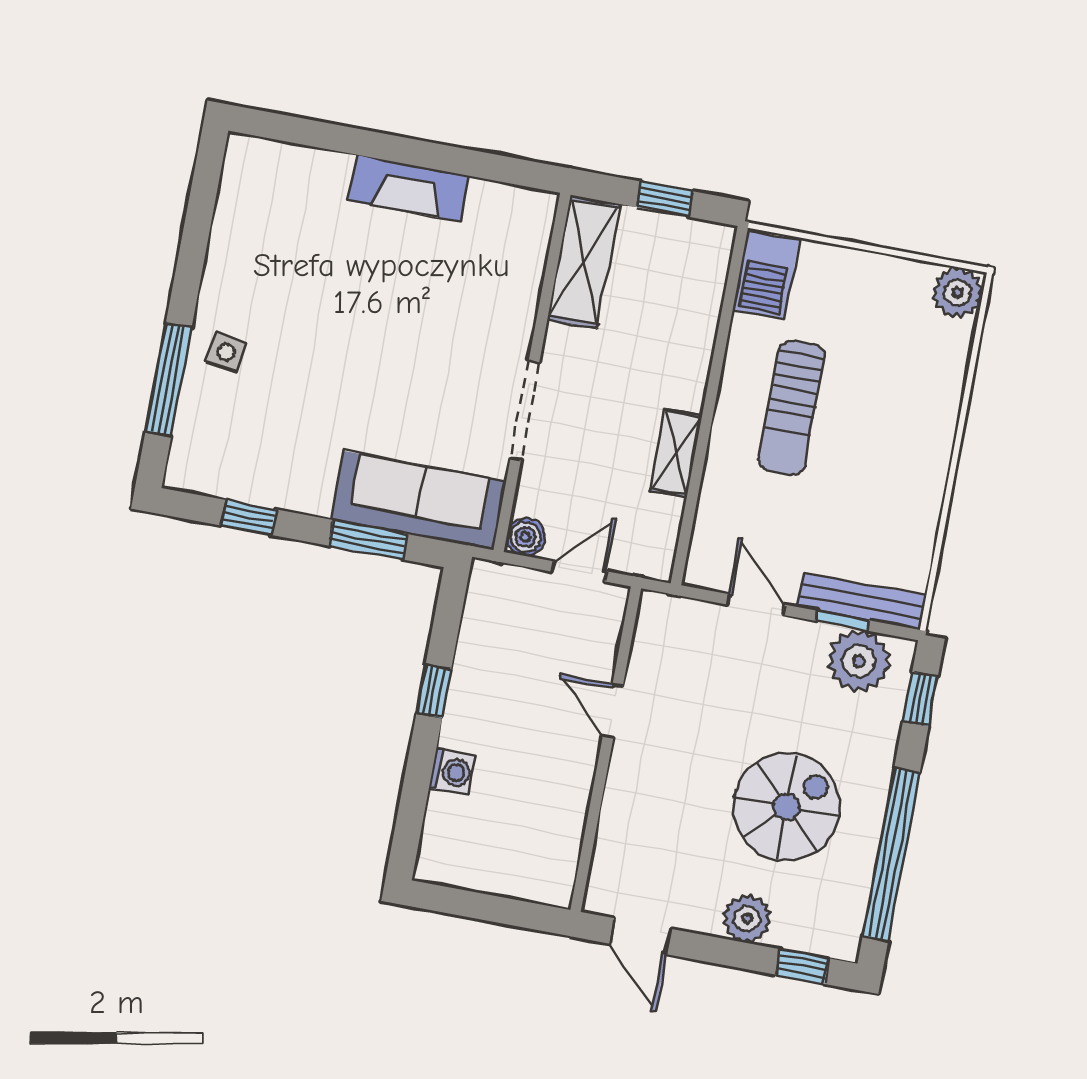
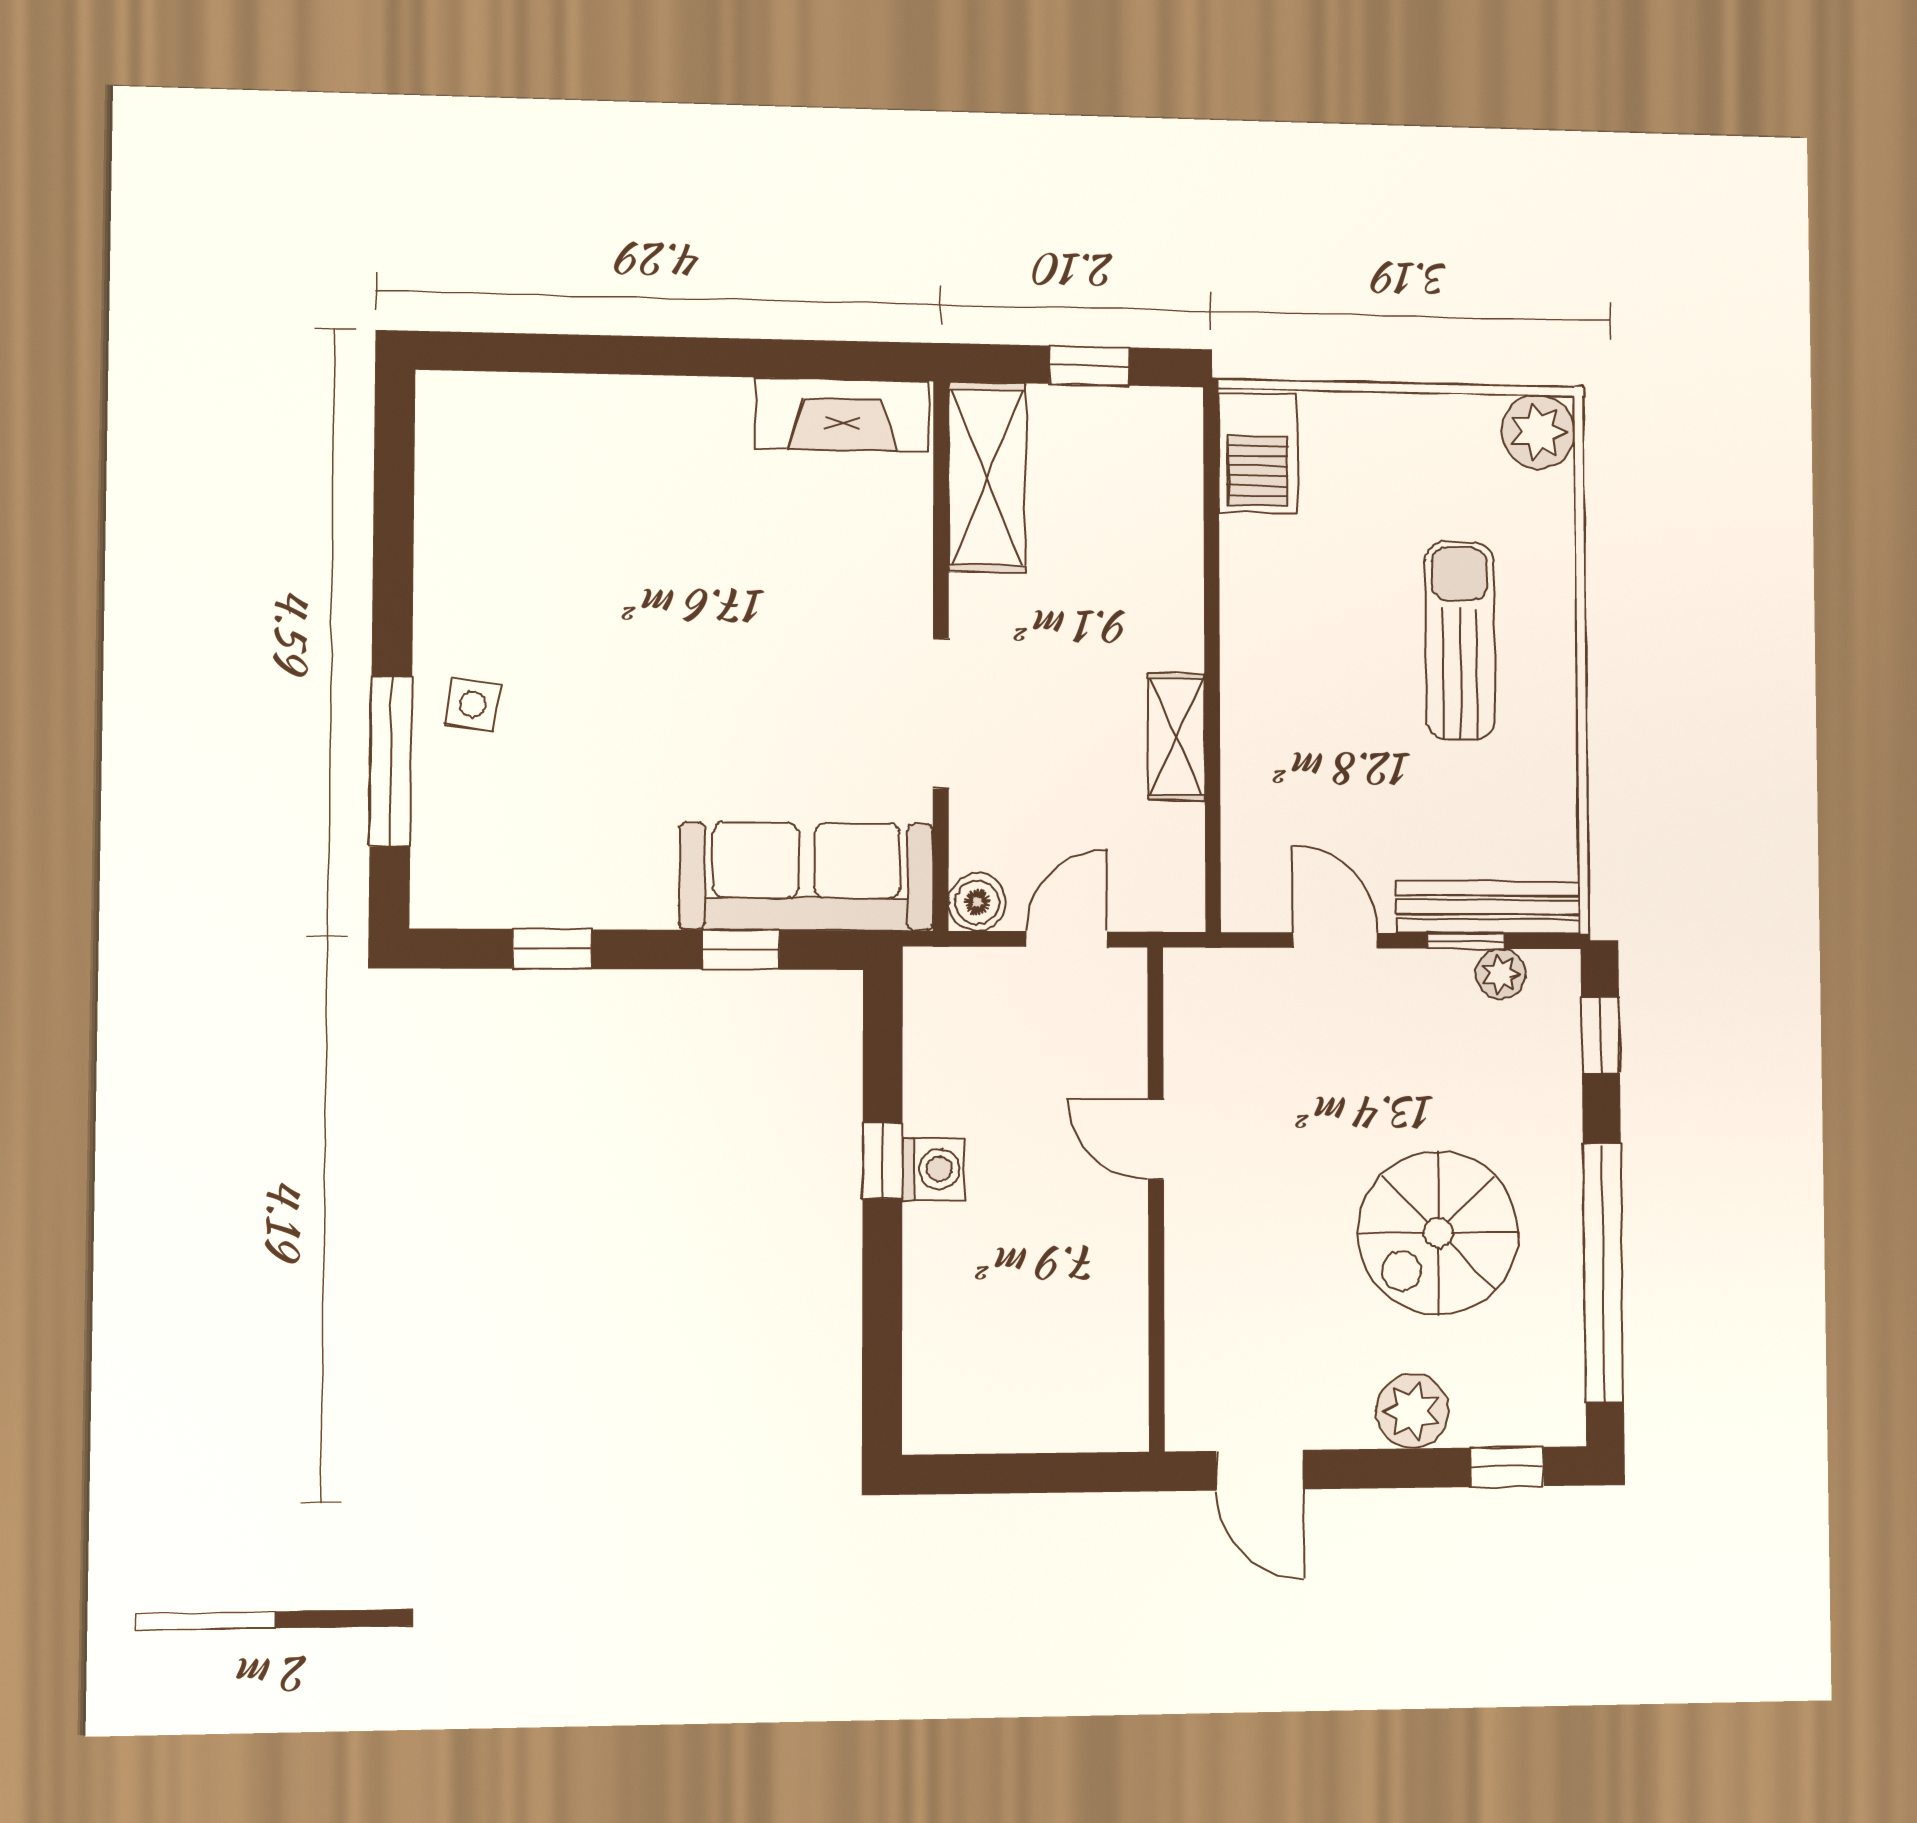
fireplace: (409, 188) -> (842, 415), moved
sun lounger: (792, 408) -> (1460, 640), moved, turned 180
window: (368, 540) -> (741, 950), width x0.67
plant: (859, 661) -> (1501, 974), width x0.53, depth x0.53
washing machine: (452, 772) -> (933, 1169), moved
spiral stairs: (787, 807) -> (1438, 1233), turned 180

